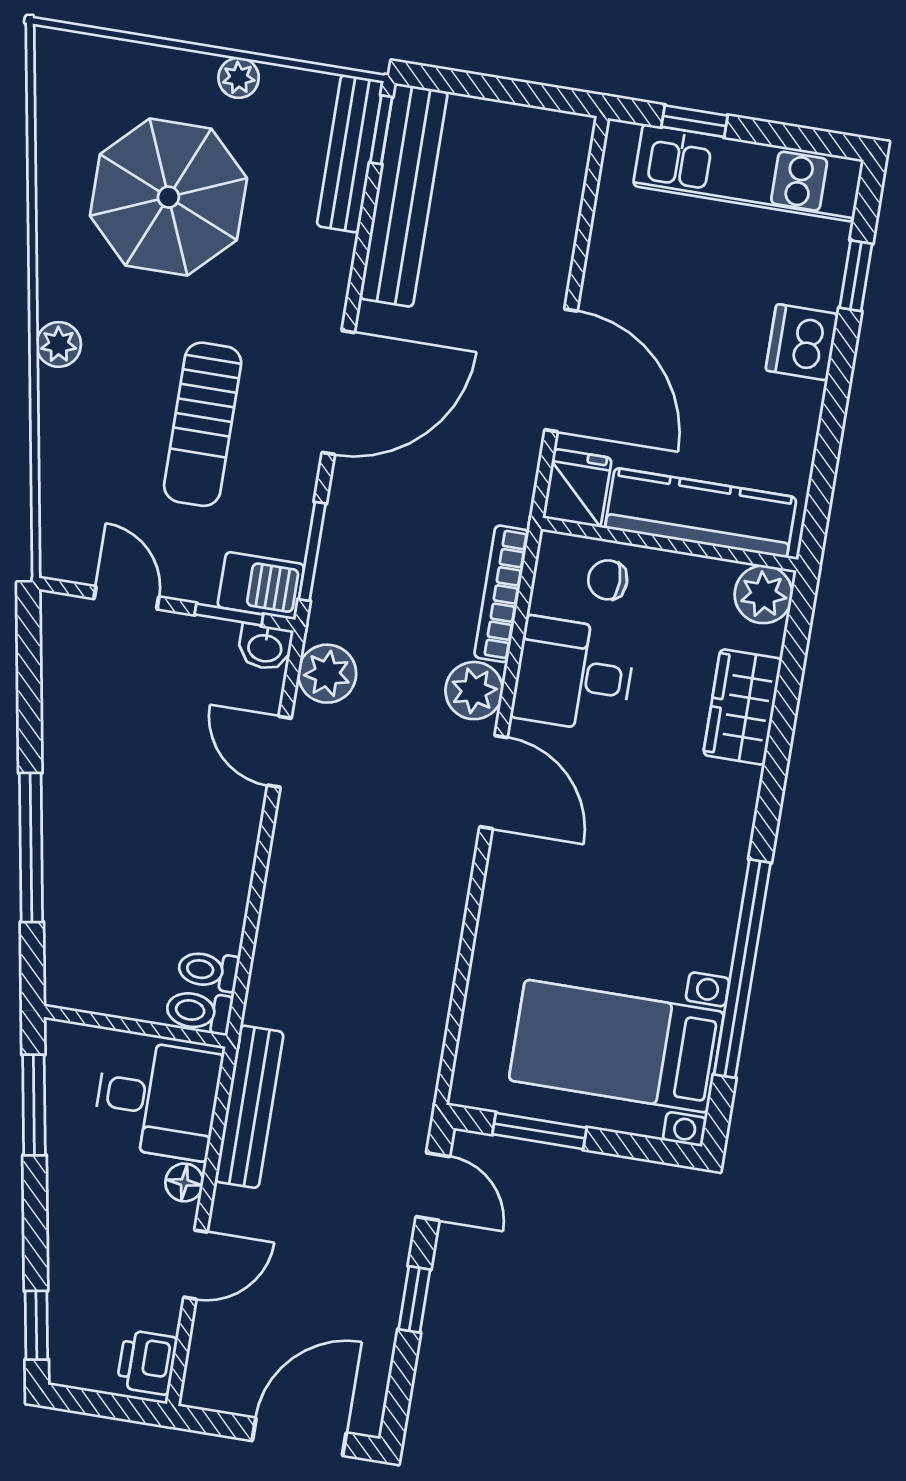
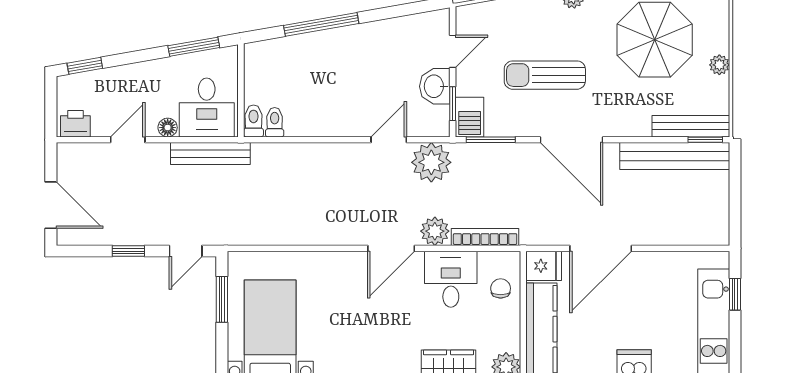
washbasin: (265, 647) -> (435, 86), moved, width x1.38, depth x1.45
plant: (327, 674) -> (431, 162), width x1.36, depth x1.36
door: (195, 1265) -> (128, 140), swing flipped

